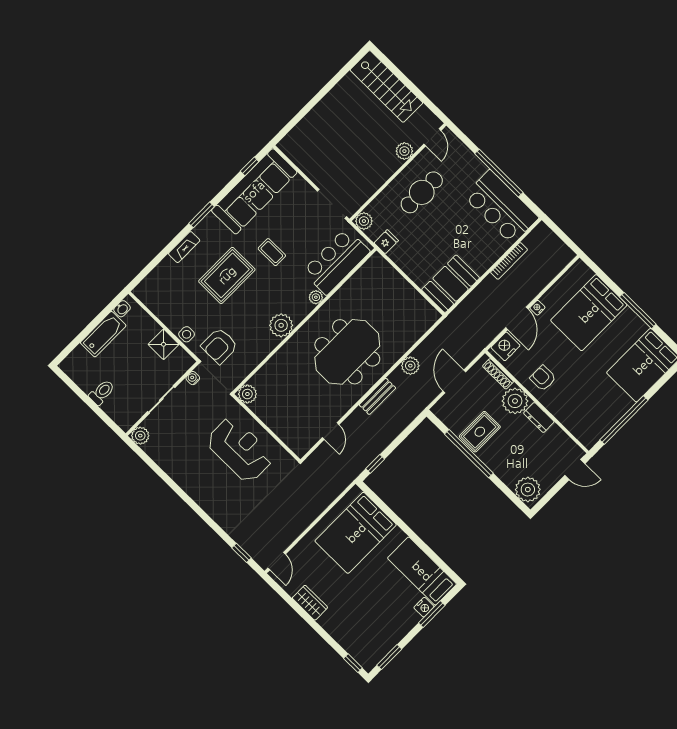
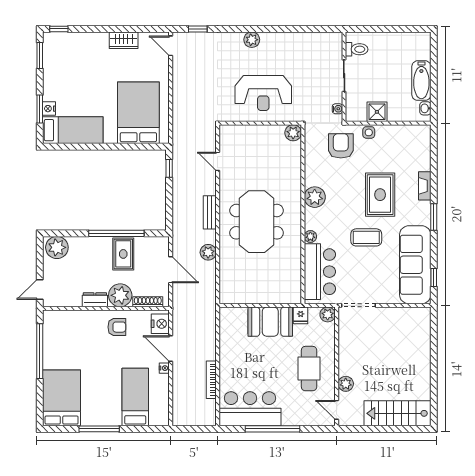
coffee table: (272, 252) -> (366, 237), width x1.36, depth x1.30
booth: (451, 284) -> (270, 322), moved, turned 90
bed: (589, 313) -> (135, 397), width x0.67
toilet: (102, 392) -> (357, 49), moved, turned -90
plant: (140, 436) -> (252, 40), moved

